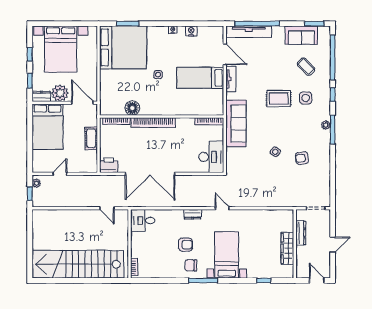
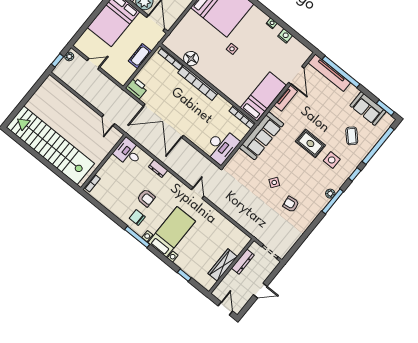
bed: (200, 78) -> (263, 96), moved, turned 90
dresser: (193, 214) -> (158, 169), moved

